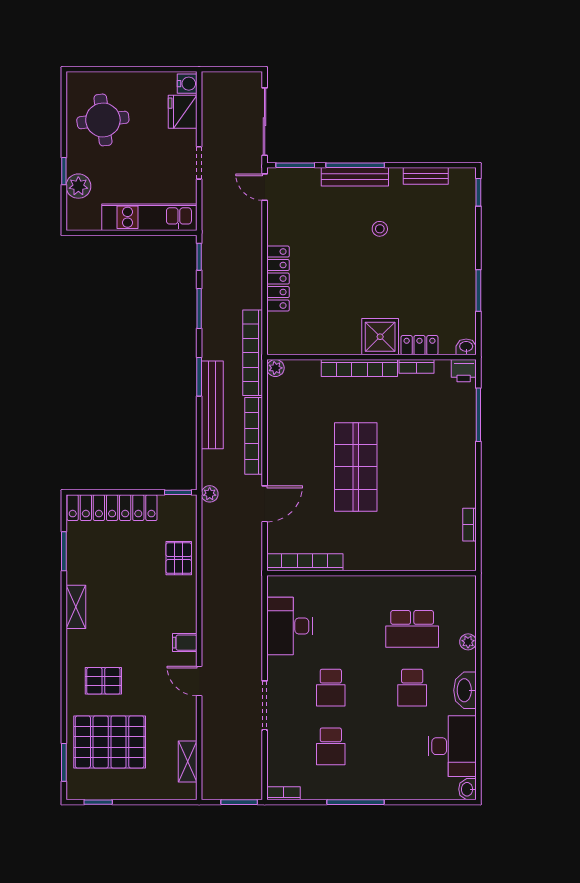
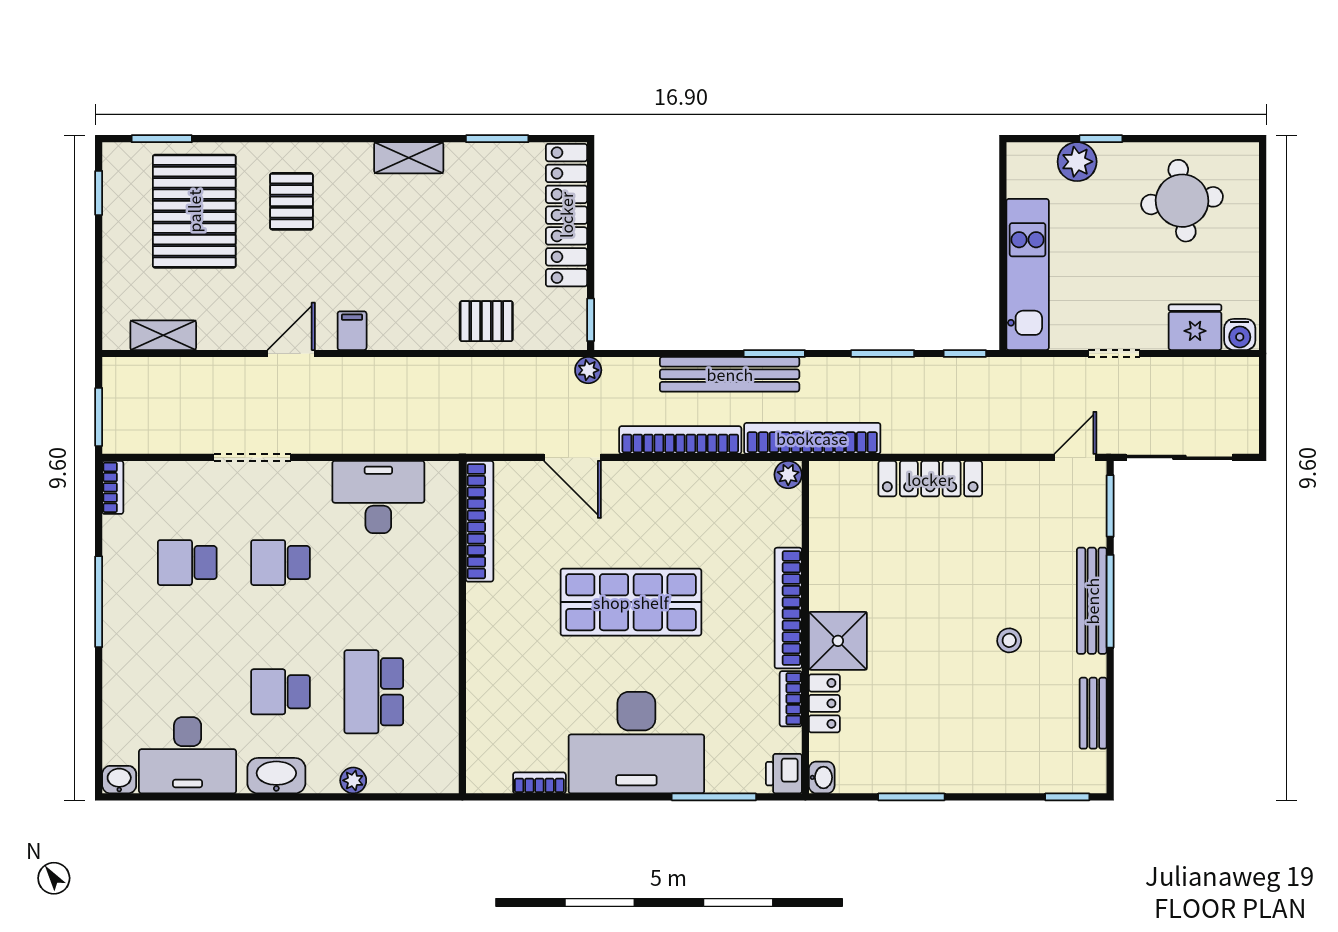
desk: (444, 464) -> (636, 743), added

